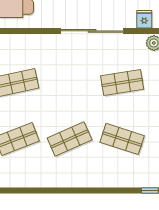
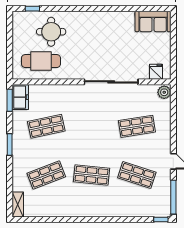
shop shelf: (70, 139) -> (92, 175), turned 30

